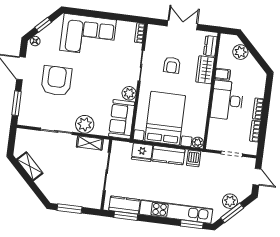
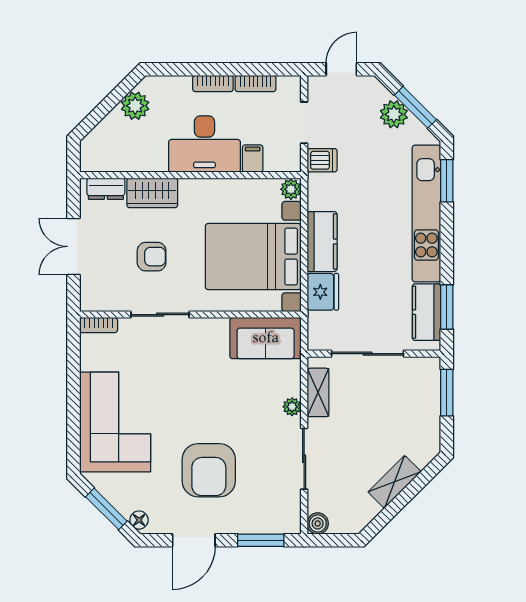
window: (43, 25) -> (106, 509), width x1.50
plant: (240, 52) -> (135, 106), moved
filing cabinet: (223, 74) -> (253, 159), moved
armchair: (57, 81) -> (209, 470), turned -90
plant: (129, 93) -> (215, 331), removed
plant: (85, 124) -> (292, 407), width x0.53, depth x0.53
boiler: (21, 134) -> (318, 523), added
dishwasher: (194, 158) -> (322, 160), moved
shelving: (30, 166) -> (395, 482), moved
window: (69, 209) -> (447, 393), moved

